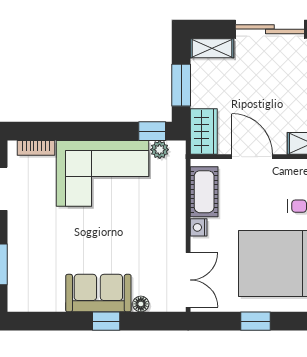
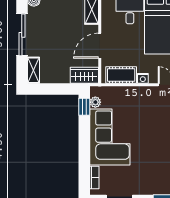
window: (181, 85) -> (56, 89), removed

